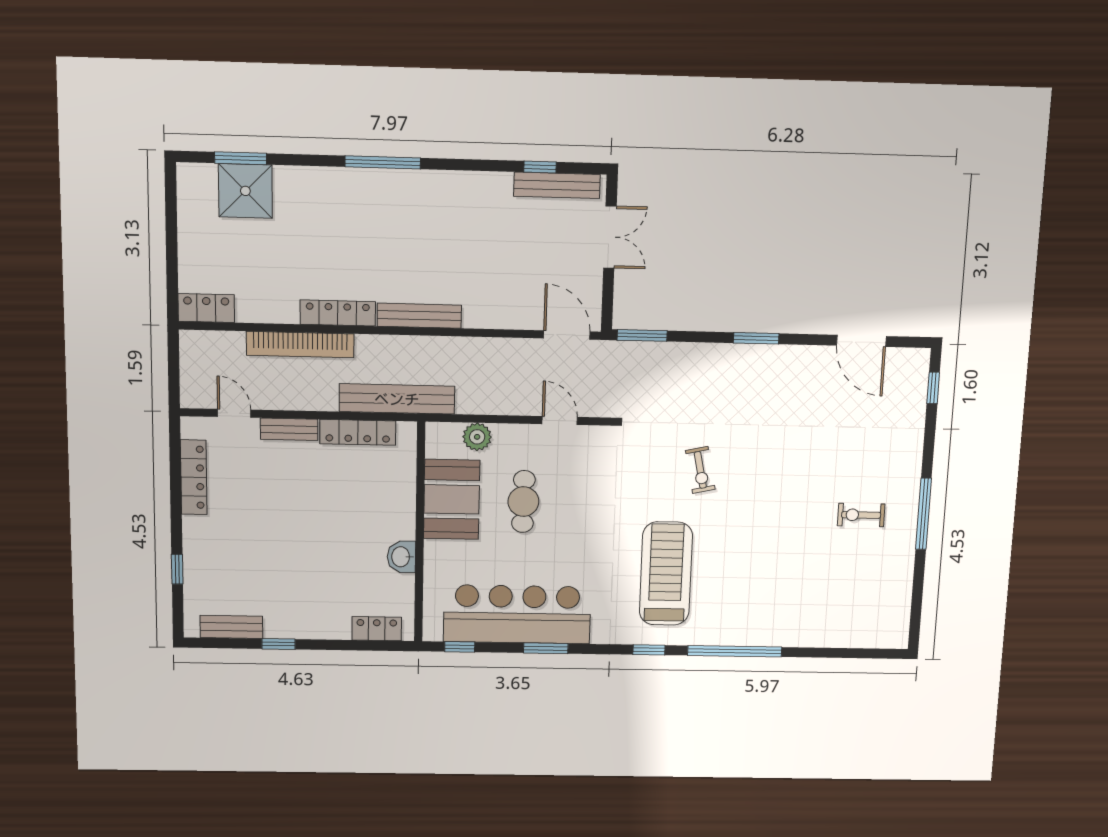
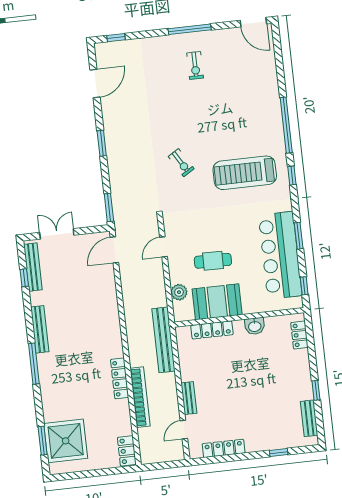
shower: (245, 191) -> (66, 441), width x1.37, depth x1.37
bench: (419, 316) -> (40, 329), moved
locker: (358, 432) -> (212, 330), moved, turned 90
exercise bike: (700, 470) -> (181, 163), turned 71
door: (915, 620) -> (253, 22), added

